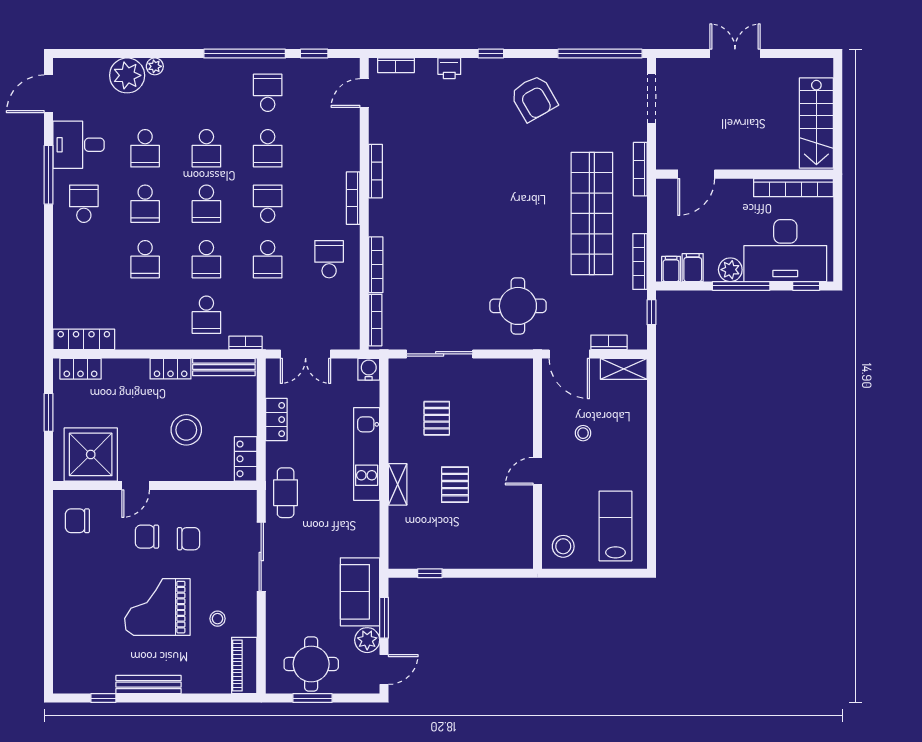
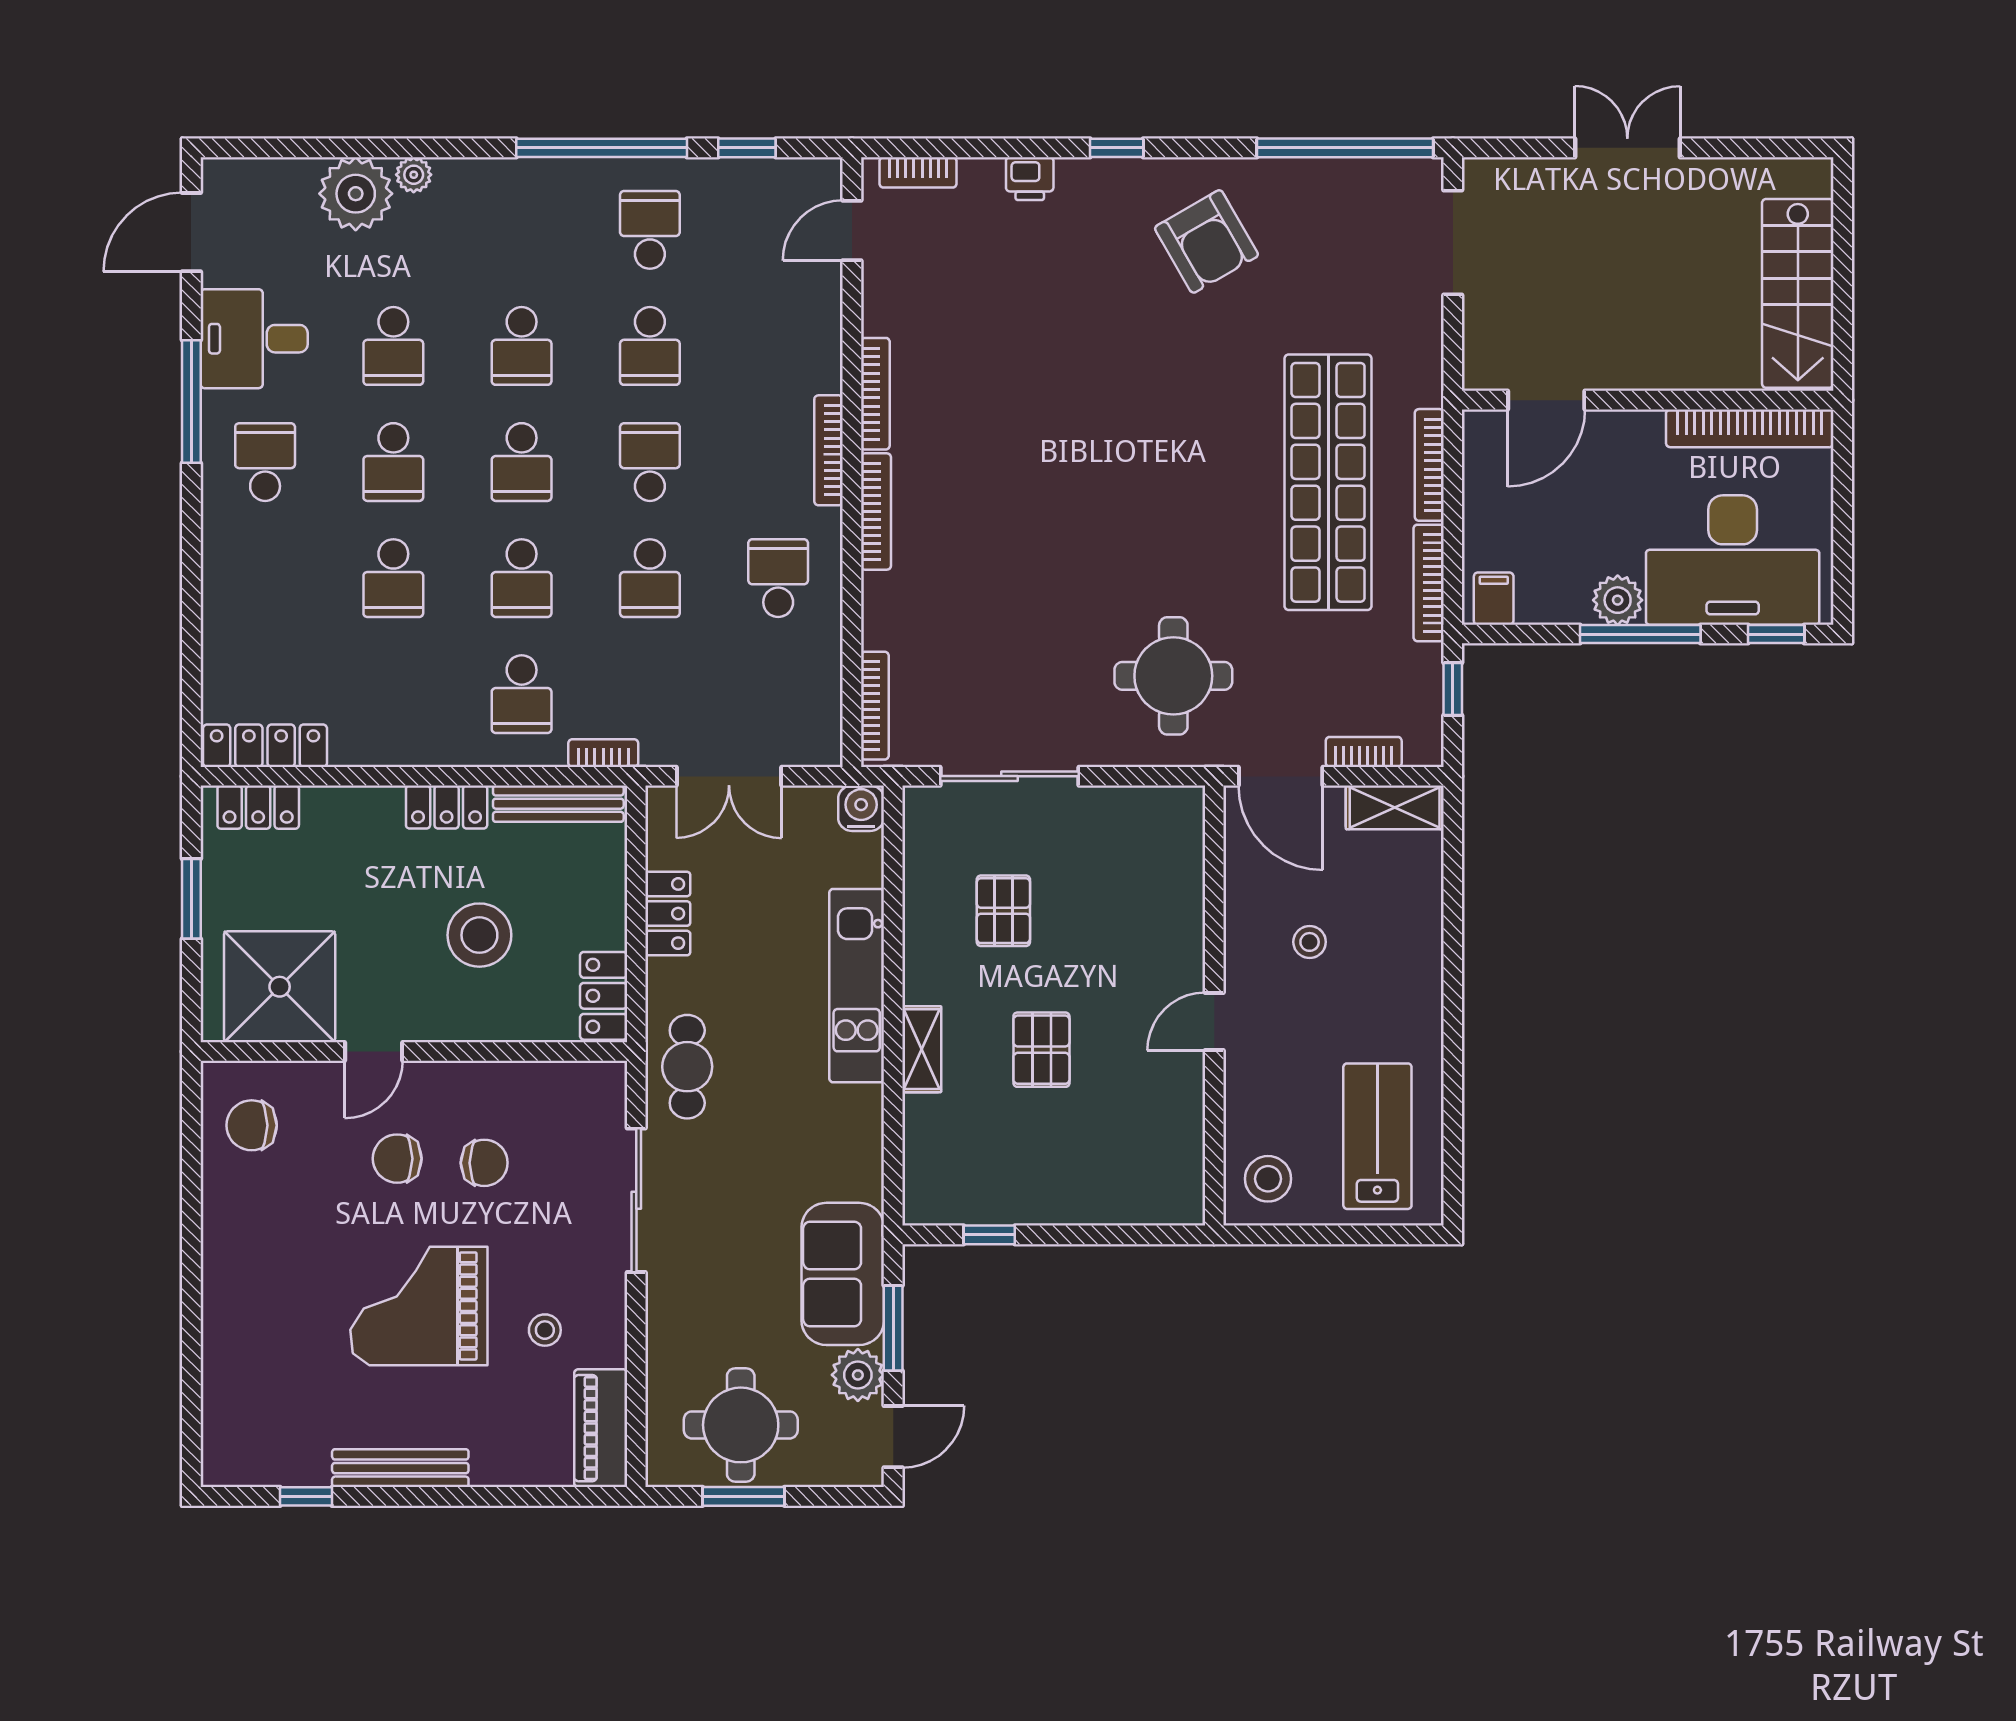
bookcase: (640, 169) -> (1429, 465), moved
bookcase: (376, 265) -> (876, 512), moved
filing cabinet: (693, 268) -> (1539, 596), removed

